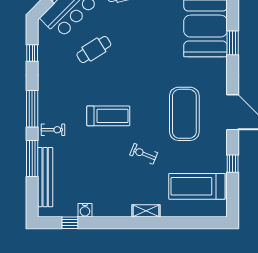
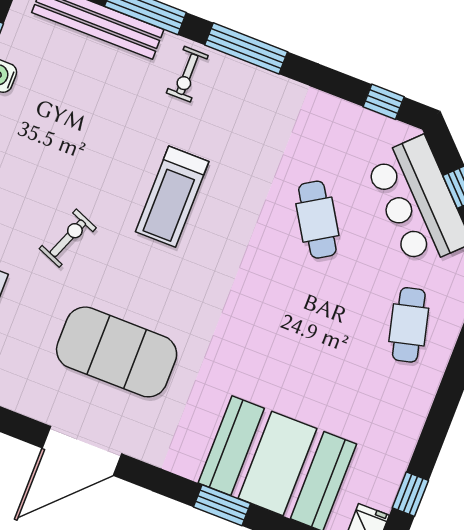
window: (32, 53) -> (384, 102), moved

